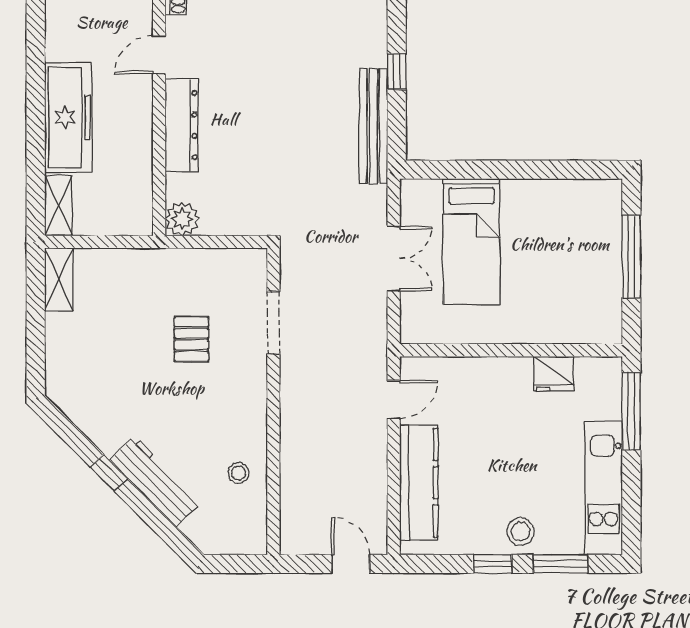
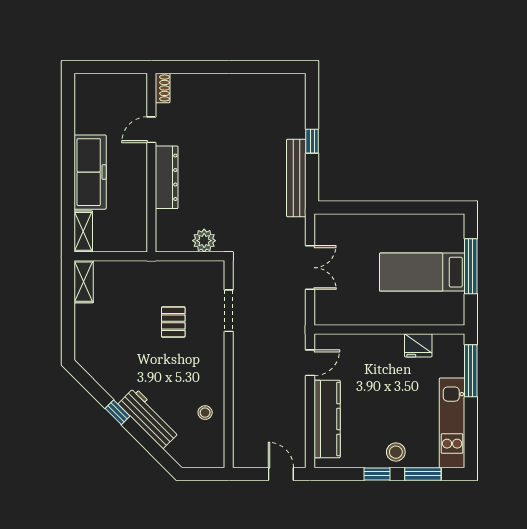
plant: (182, 219) -> (204, 241), moved
bed: (471, 242) -> (422, 272), moved, turned 90

